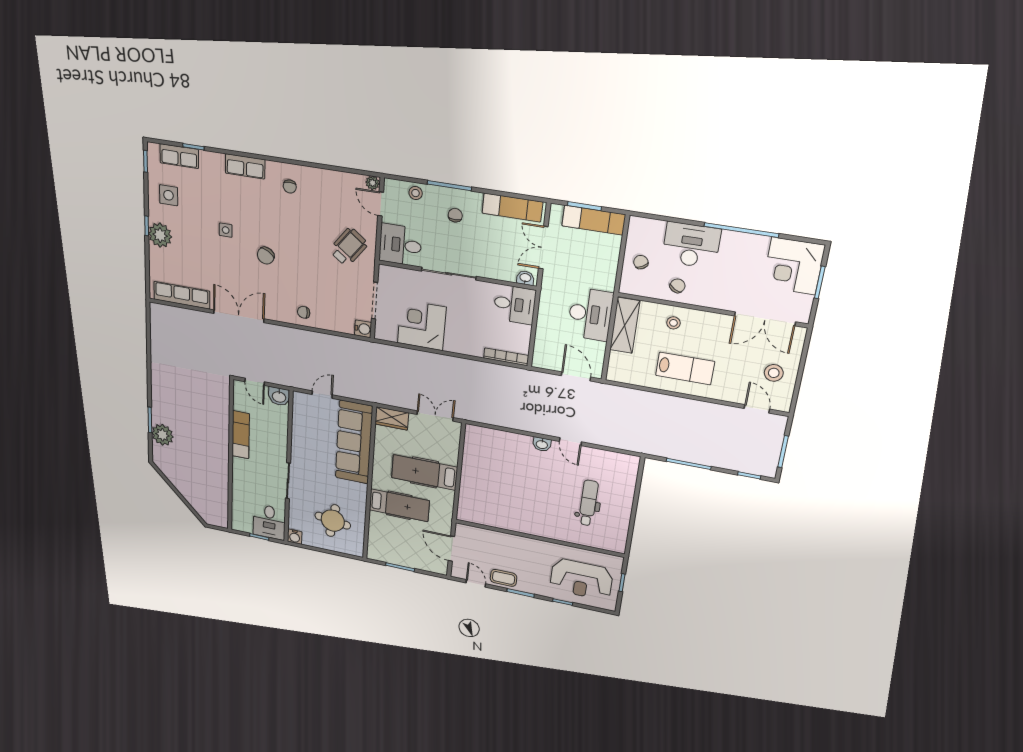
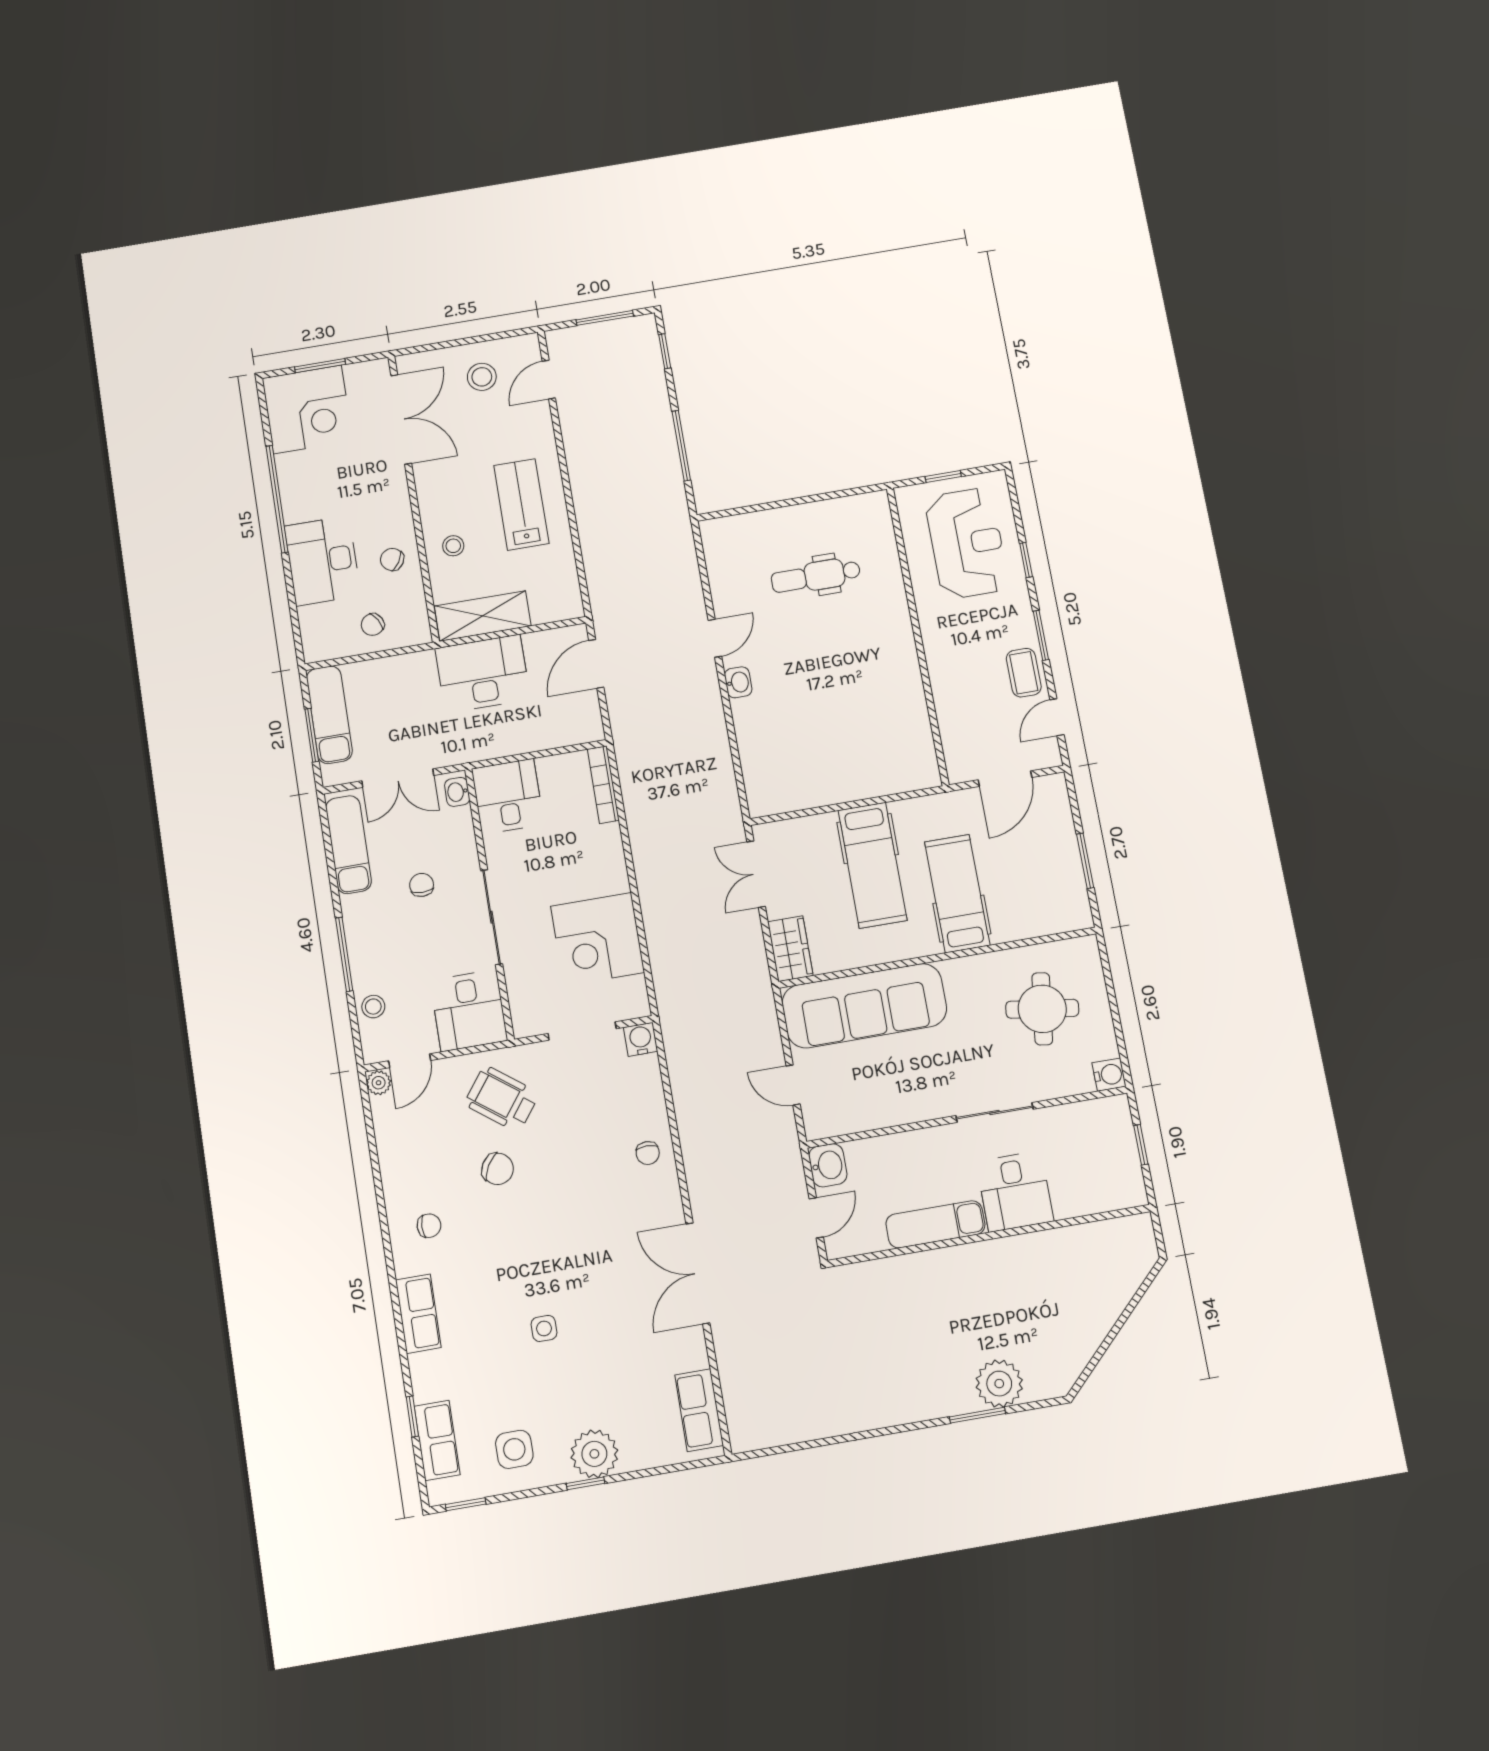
chair: (455, 215) -> (422, 885), moved, turned 90
chair: (266, 256) -> (498, 1169), moved
row of seats: (182, 295) -> (699, 1410), width x0.68
desk: (269, 522) -> (1015, 1191), moved, turned 90

